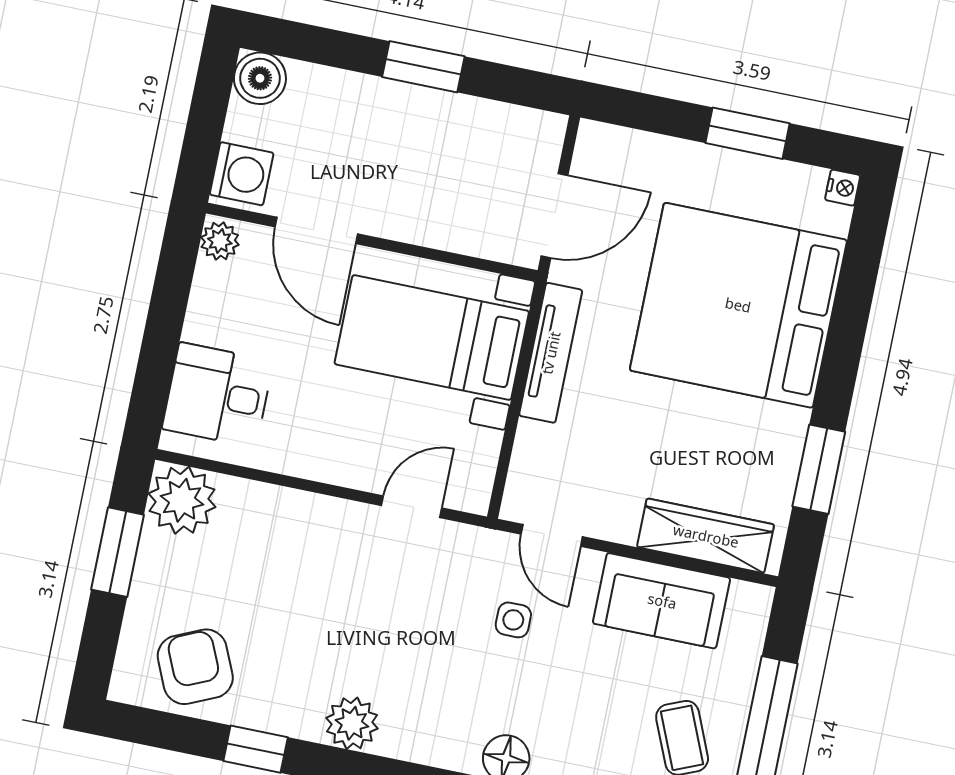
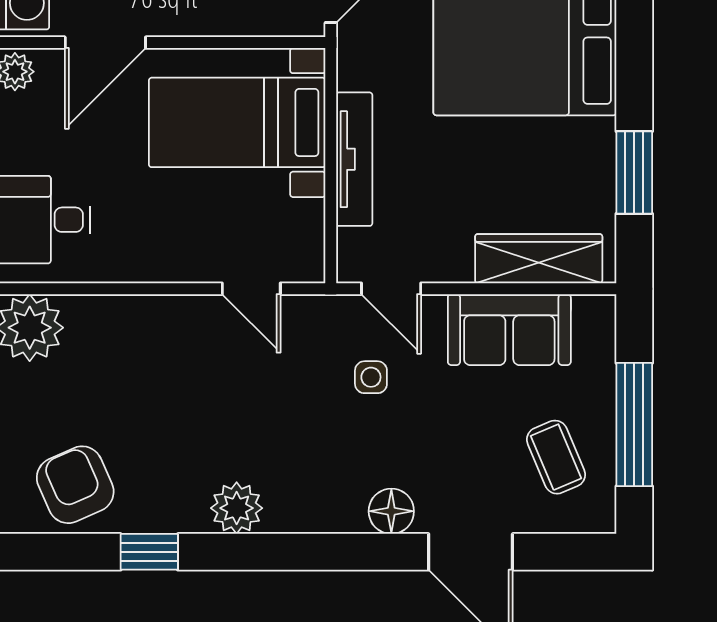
door: (316, 230) -> (105, 43), hinge flipped
tv unit: (551, 353) -> (354, 159), moved
door: (412, 507) -> (251, 289), swing flipped

